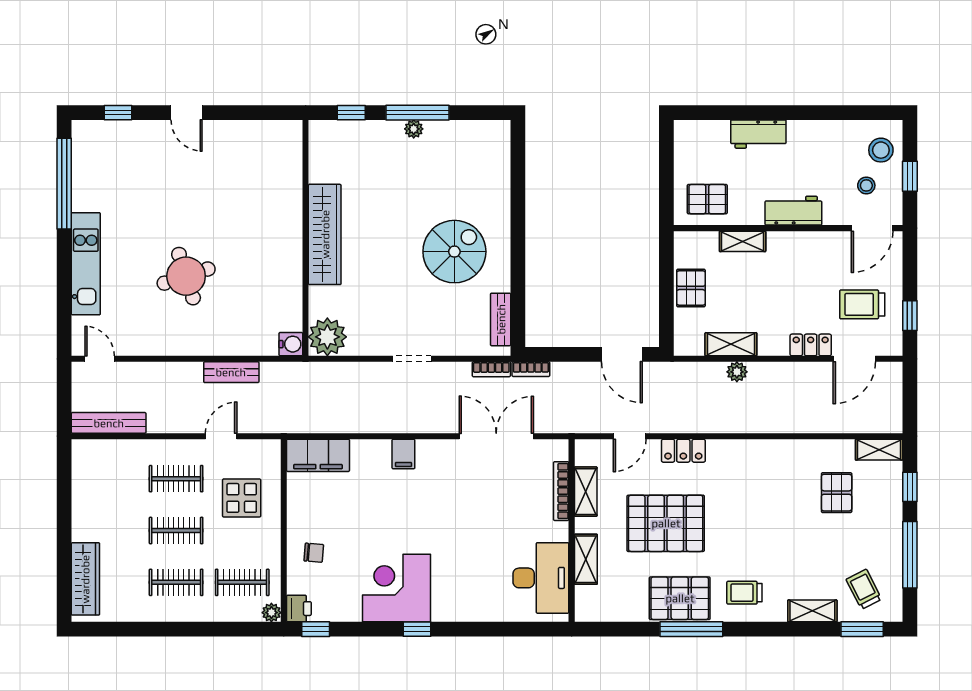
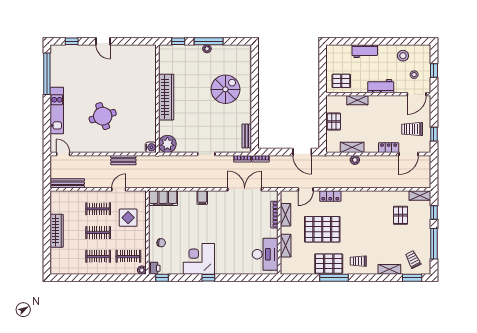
stool: (881, 150) -> (403, 56), moved
spiral stairs: (454, 252) -> (225, 89), moved
wardrobe: (85, 579) -> (57, 231), moved

